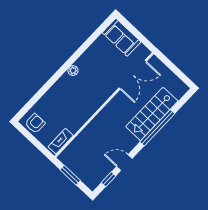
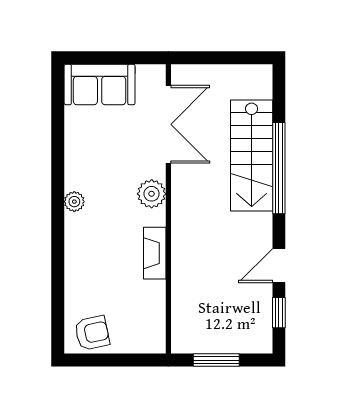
plant: (103, 94) -> (152, 194), added
armchair: (35, 123) -> (92, 333), turned 78
fireplace: (61, 141) -> (155, 253), moved

